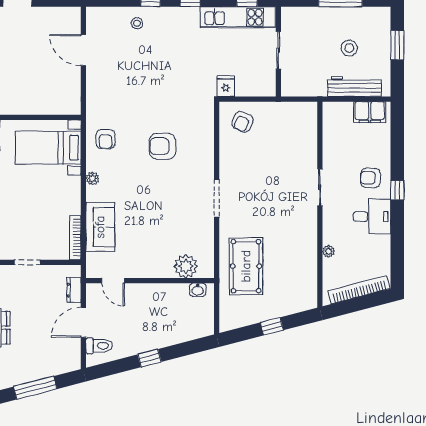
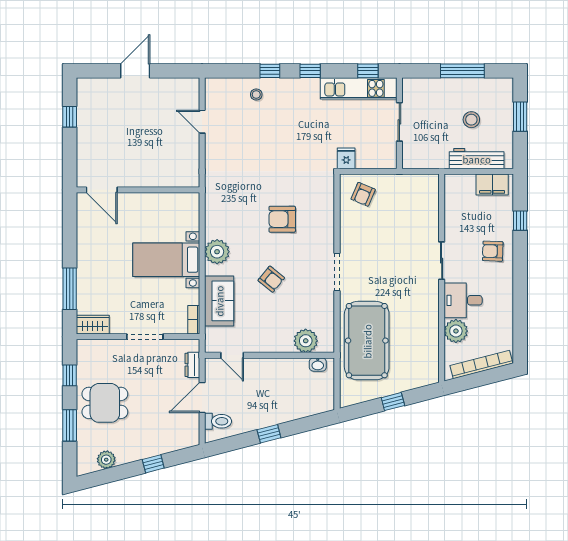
door: (83, 50) -> (202, 122), width x0.73
armchair: (105, 139) -> (271, 279), moved, turned -51
bed with nightstands: (48, 148) -> (166, 260), moved
plant: (92, 178) -> (217, 252), width x1.88, depth x1.88
window: (397, 190) -> (520, 221), moved
desk: (372, 217) -> (463, 300), moved, turned 180
bookcase: (75, 238) -> (194, 320), width x0.64
plant: (329, 251) -> (456, 331), width x1.88, depth x1.88
doorway: (27, 262) -> (145, 337), width x1.38
pool table: (246, 266) -> (367, 341), width x1.36, depth x1.32
window: (35, 388) -> (153, 464), width x0.46

